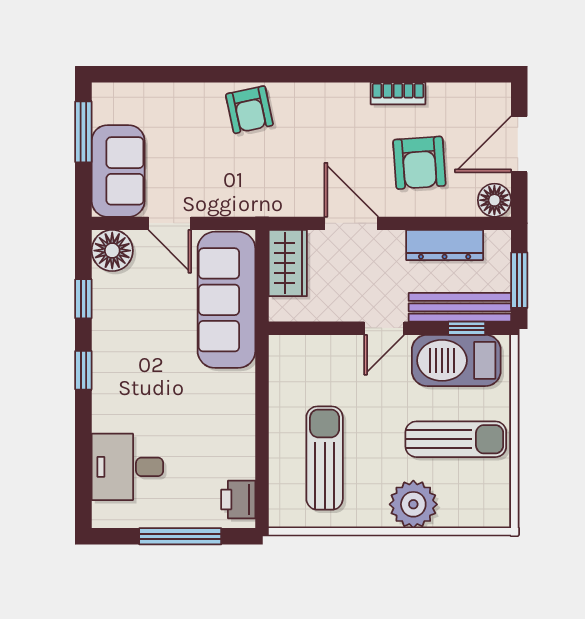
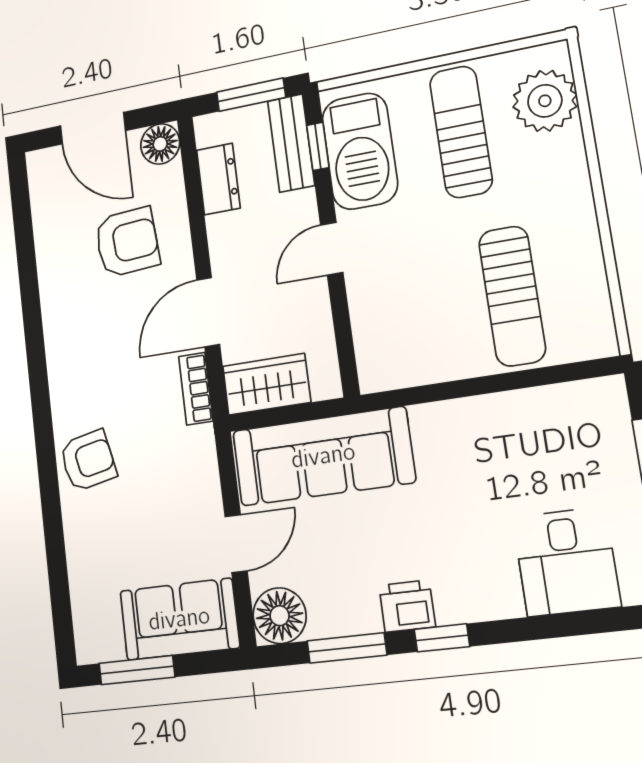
bookcase: (398, 93) -> (196, 389), moved, turned 180
dresser: (445, 245) -> (218, 179), width x0.70
window: (83, 299) -> (347, 648), width x1.50
bench: (460, 307) -> (291, 143), width x0.73
door: (384, 328) -> (332, 249), swing flipped
sun lounger: (325, 458) -> (512, 296), turned -90
printer: (238, 499) -> (407, 606), moved, turned 180
plant: (413, 504) -> (545, 101), moved

